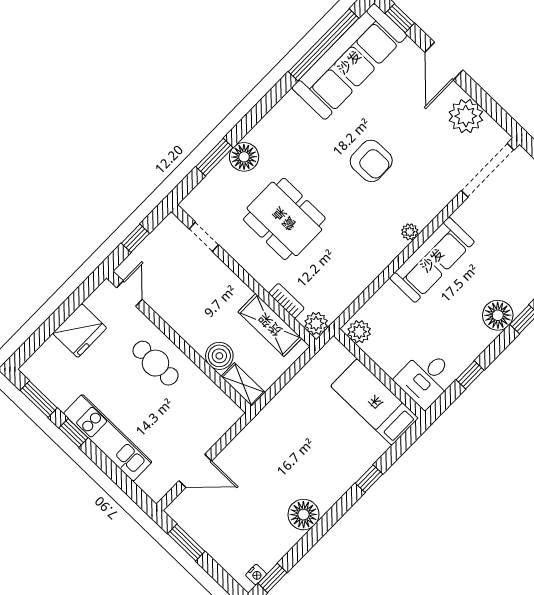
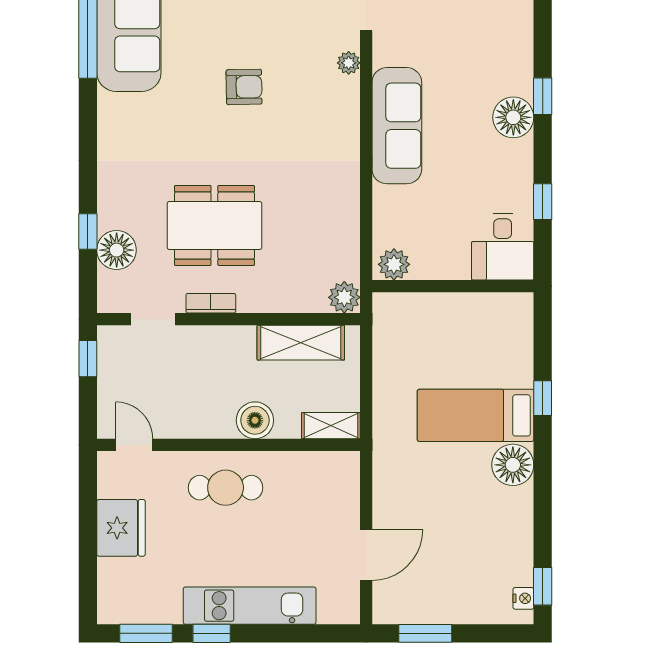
window: (214, 157) -> (88, 232), width x0.67
floor lamp: (244, 157) -> (117, 250), moved
armchair: (371, 161) -> (244, 87), width x0.72, depth x0.72
plant: (410, 232) -> (349, 63), moved
window: (135, 238) -> (88, 359), moved
bookcase: (286, 301) -> (211, 303), moved
boiler: (219, 356) -> (255, 420), moved
bed: (375, 402) -> (475, 415), moved
floor lamp: (304, 515) -> (513, 465), moved

